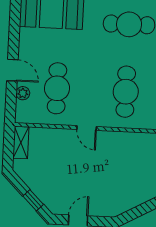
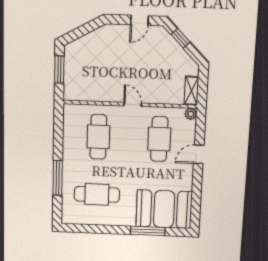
door: (12, 70) -> (199, 154), hinge flipped
plant: (23, 93) -> (191, 114), moved

